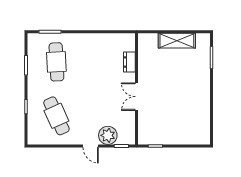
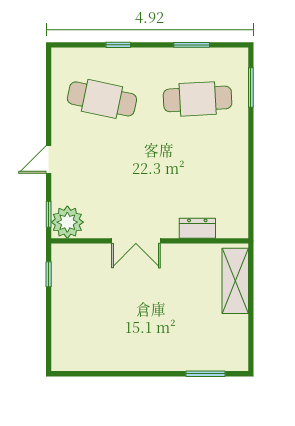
shelving: (177, 41) -> (235, 281), moved
double door: (137, 97) -> (136, 241), swing flipped
cafe table: (56, 116) -> (102, 99), turned 36
plant: (108, 135) -> (67, 222), moved

